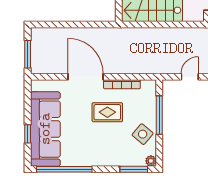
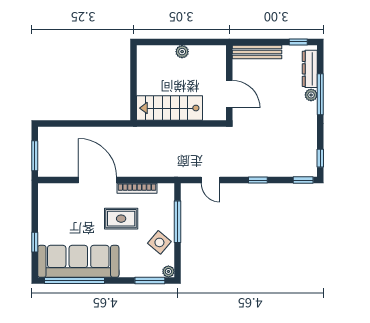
door: (190, 77) -> (210, 180), swing flipped
sofa: (45, 129) -> (78, 261), moved, turned -90

